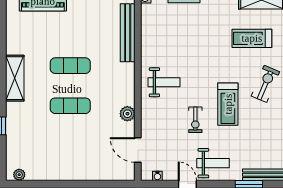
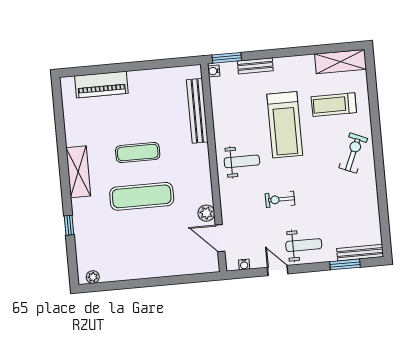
treadmill: (228, 104) -> (285, 125), moved, width x1.37, depth x1.38
exercise mat: (70, 106) -> (142, 196), width x1.36, depth x1.45
plant: (127, 114) -> (206, 213), moved
exercise bike: (195, 120) -> (280, 199), turned 90

